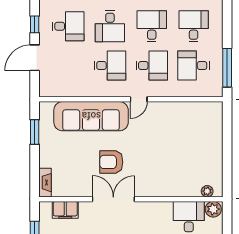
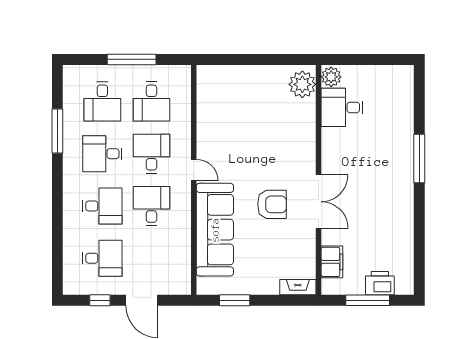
desk: (68, 26) -> (102, 258), turned 90
desk: (194, 26) -> (102, 101), turned -90
window: (227, 68) -> (132, 59), moved
armchair: (111, 162) -> (272, 204), turned -90
plant: (207, 191) -> (302, 84), width x1.87, depth x1.87
double door: (113, 199) -> (319, 202), swing flipped

